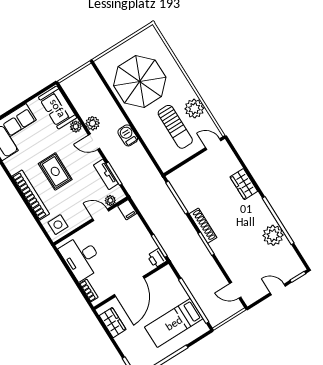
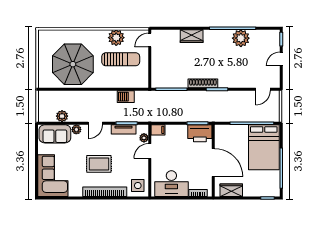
plant: (93, 123) -> (62, 116), moved
barbecue: (128, 135) -> (126, 97), moved
printer: (157, 258) -> (200, 133), width x1.87, depth x1.48
bed: (174, 323) -> (264, 147), width x1.50

